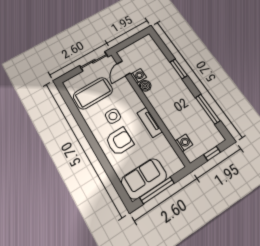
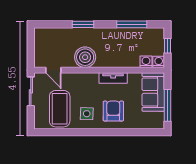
washing machine: (138, 76) -> (159, 62), moved
boiler: (145, 86) -> (85, 57), width x1.86, depth x1.86
side table: (113, 116) -> (87, 114), moved
sofa: (144, 179) -> (153, 92), moved

